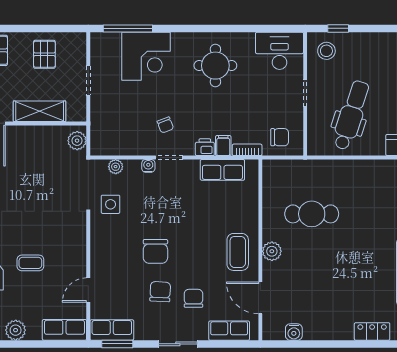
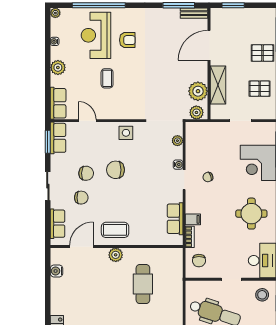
plant: (48, 139) -> (198, 91), added
printer: (205, 147) -> (192, 206), removed
side table: (111, 204) -> (126, 133), moved

